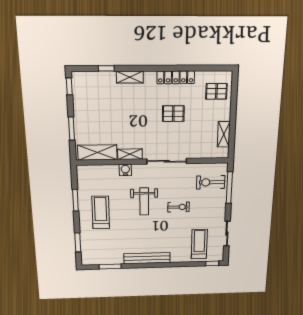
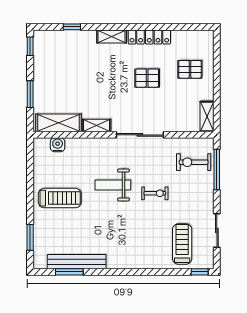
shelving: (130, 77) -> (112, 36), moved
pallet: (216, 91) -> (190, 69), moved
shelving: (224, 134) -> (207, 116), moved
water cooler: (125, 170) -> (58, 145), moved
window: (75, 200) -> (30, 182), removed
weight bench: (144, 201) -> (113, 185), turned 90
treadmill: (101, 212) -> (60, 198), turned 90
bench: (147, 258) -> (77, 262), moved

